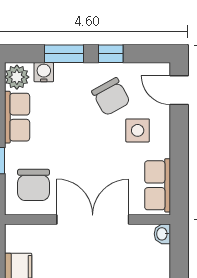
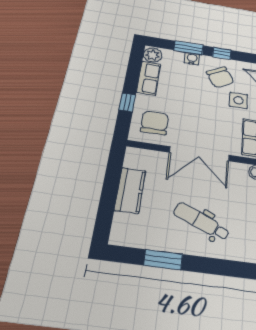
water cooler: (44, 72) -> (192, 59), moved
chair: (34, 185) -> (155, 123), turned 180
double door: (93, 220) -> (199, 154), swing flipped

